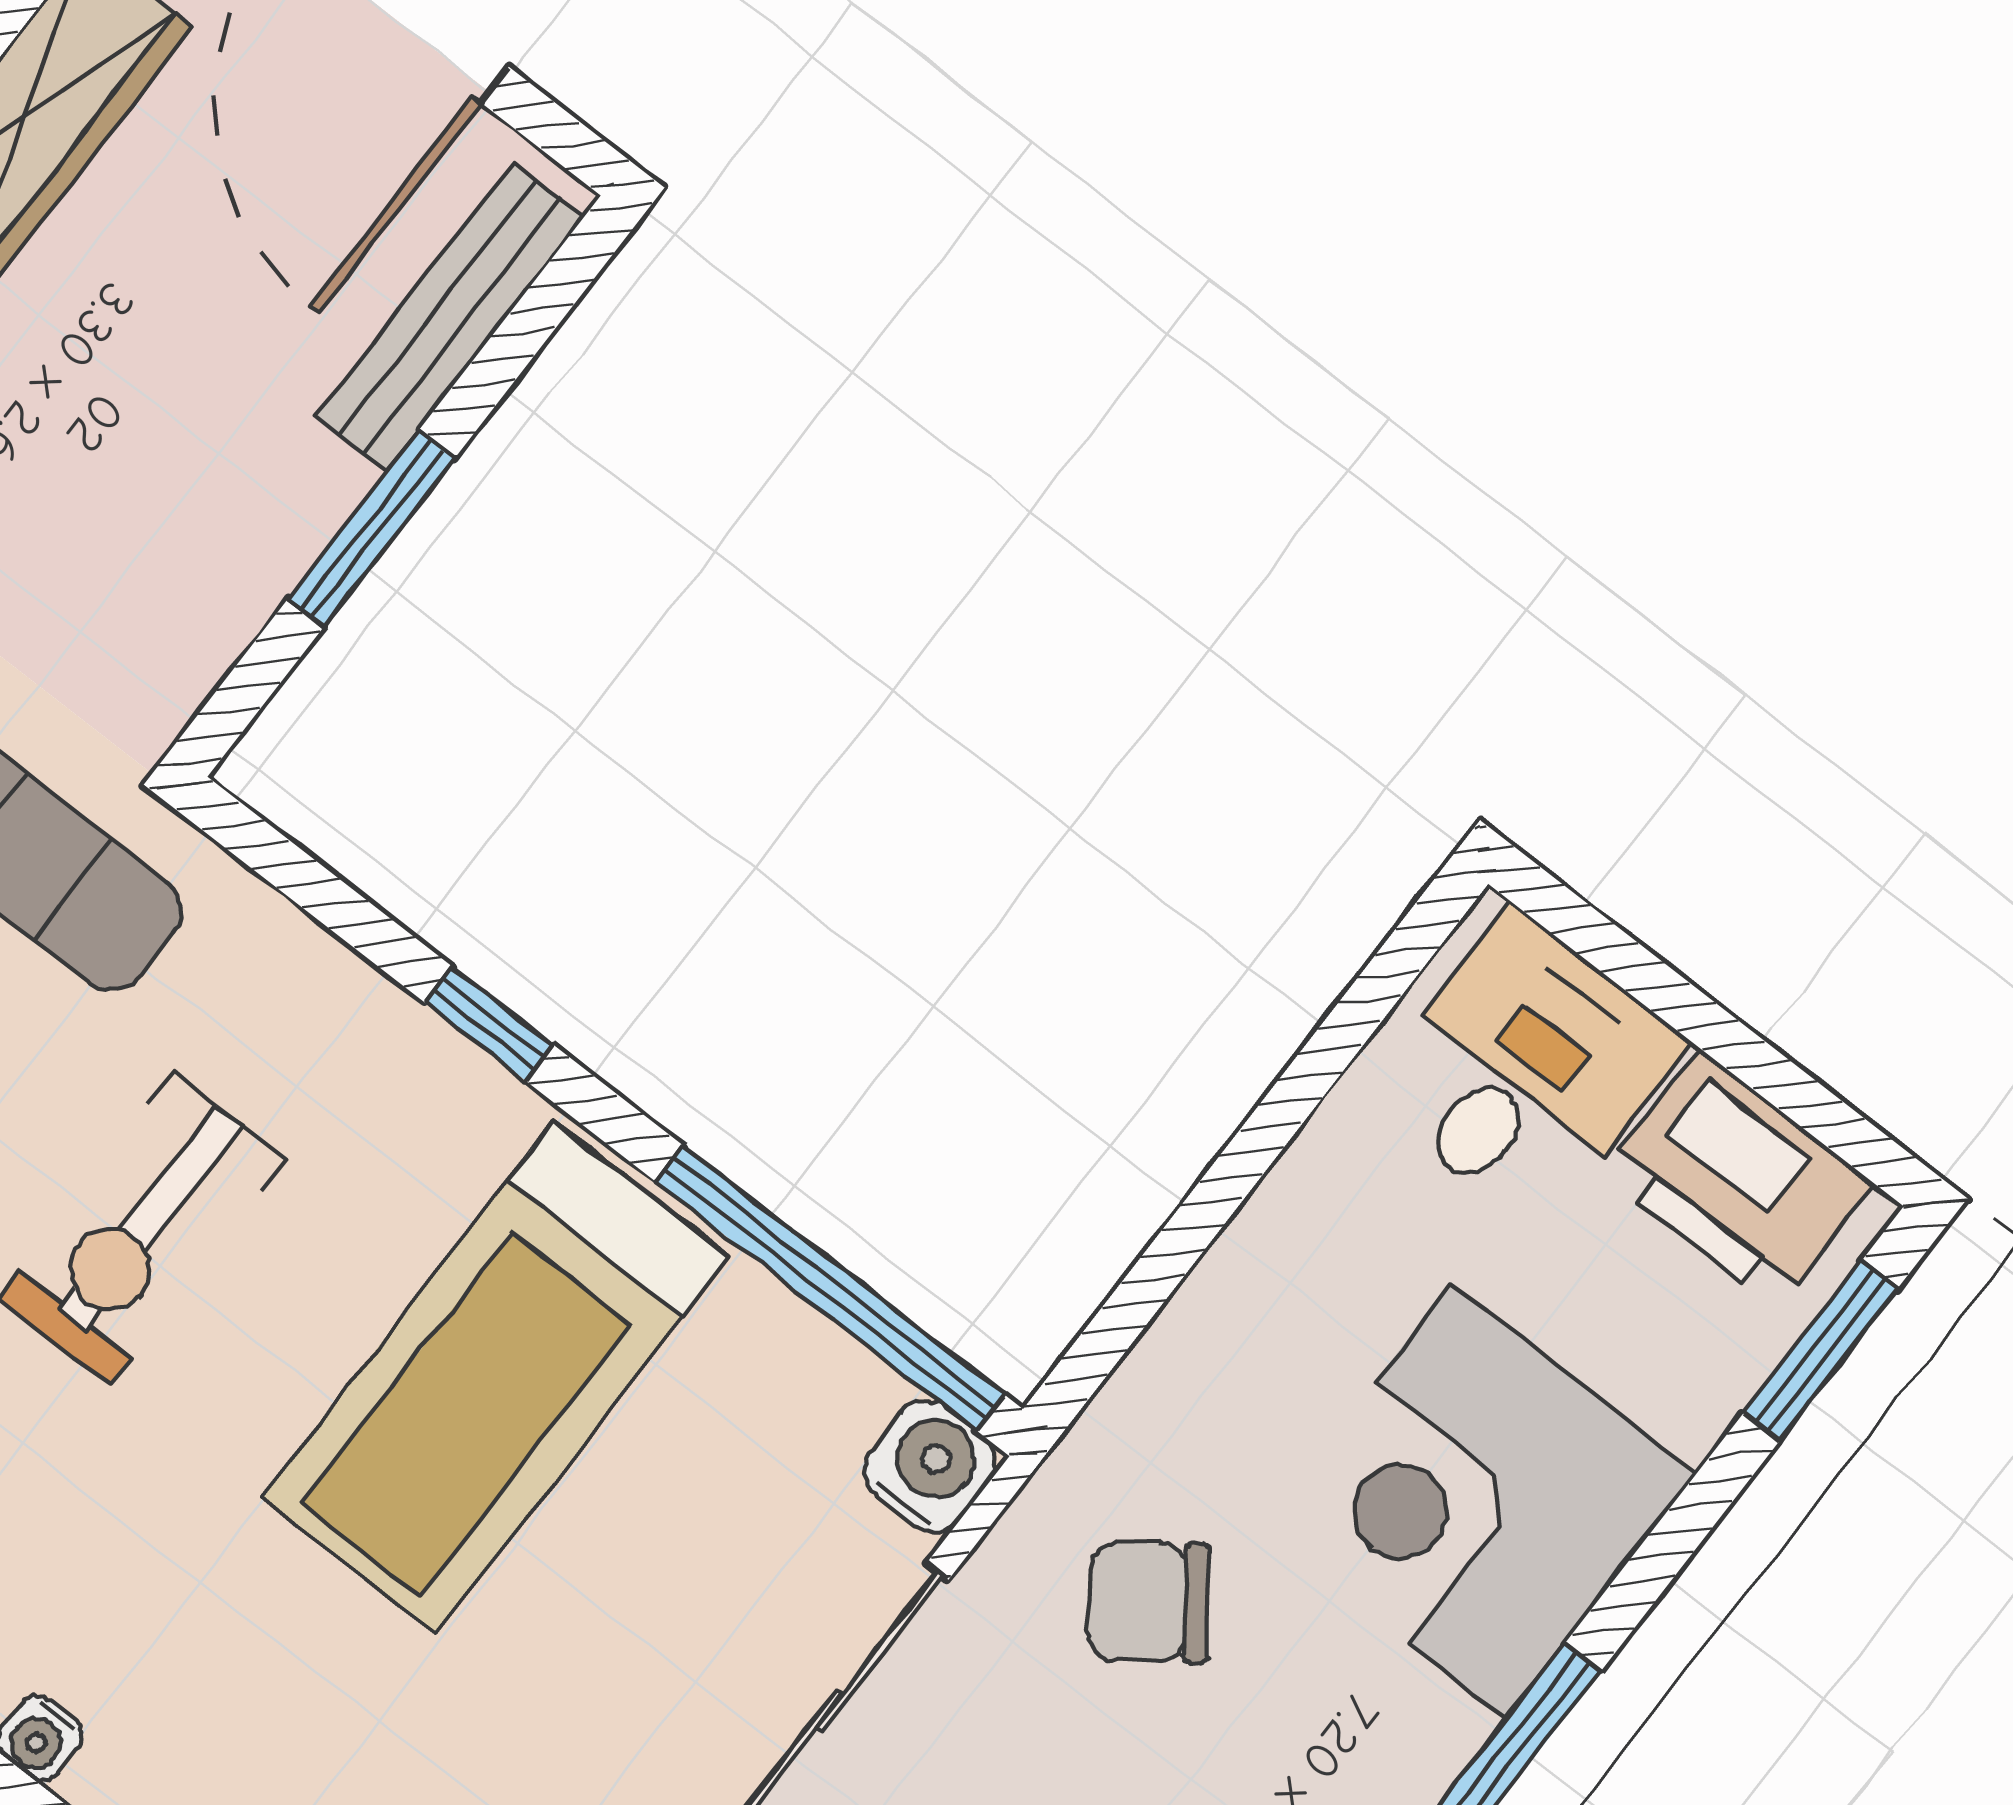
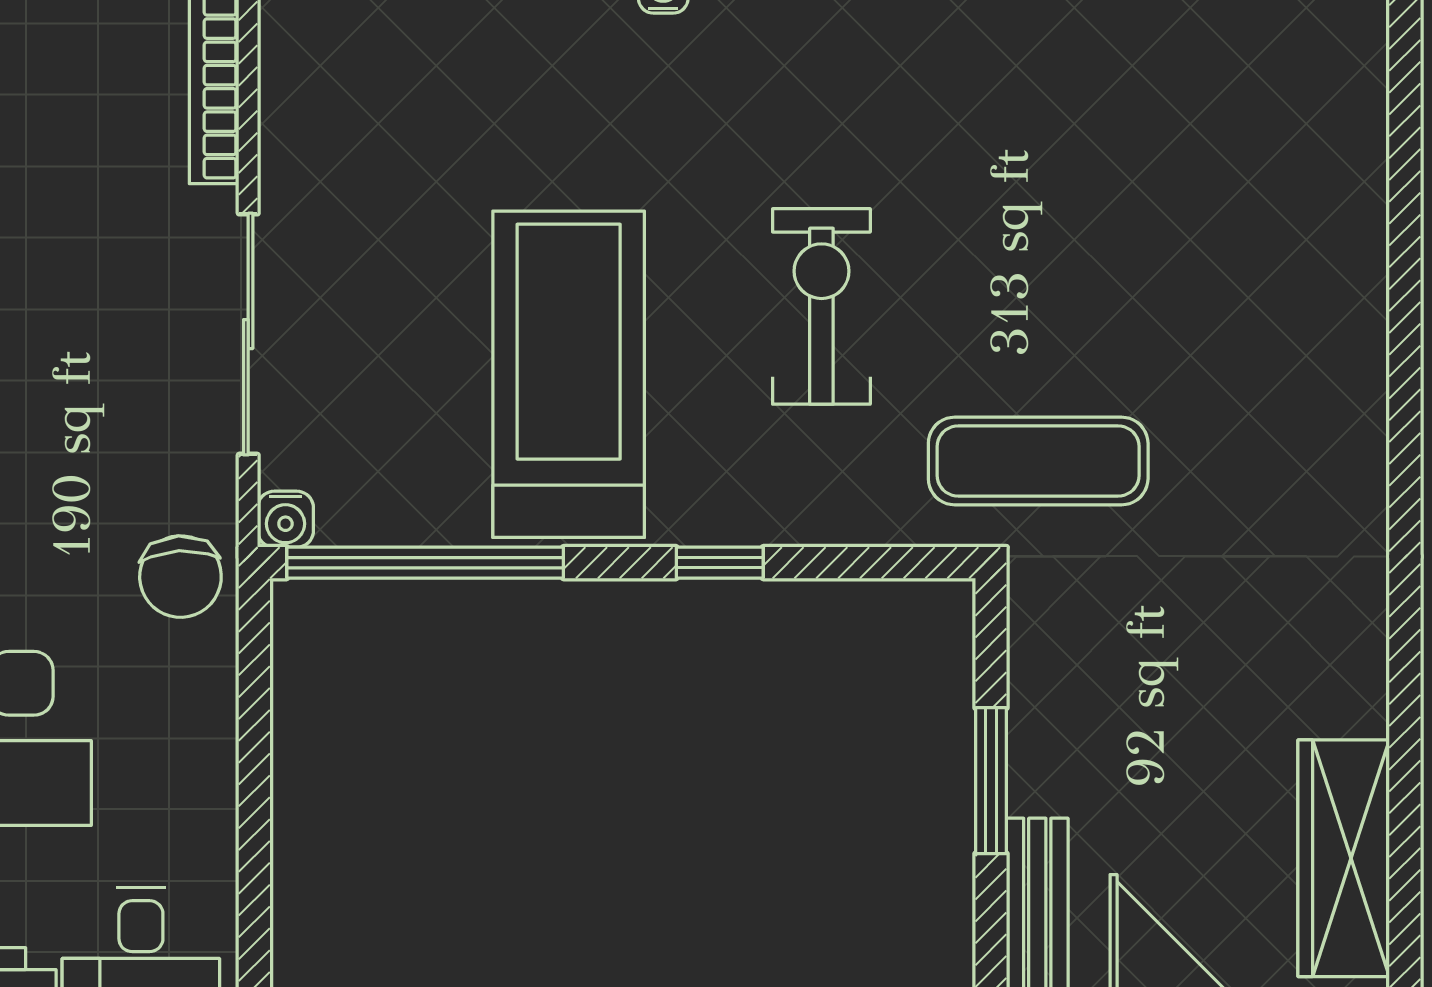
water cooler: (930, 1466) -> (285, 519), width x0.72, depth x0.72
chair: (1149, 1602) -> (180, 577), moved, turned 123

